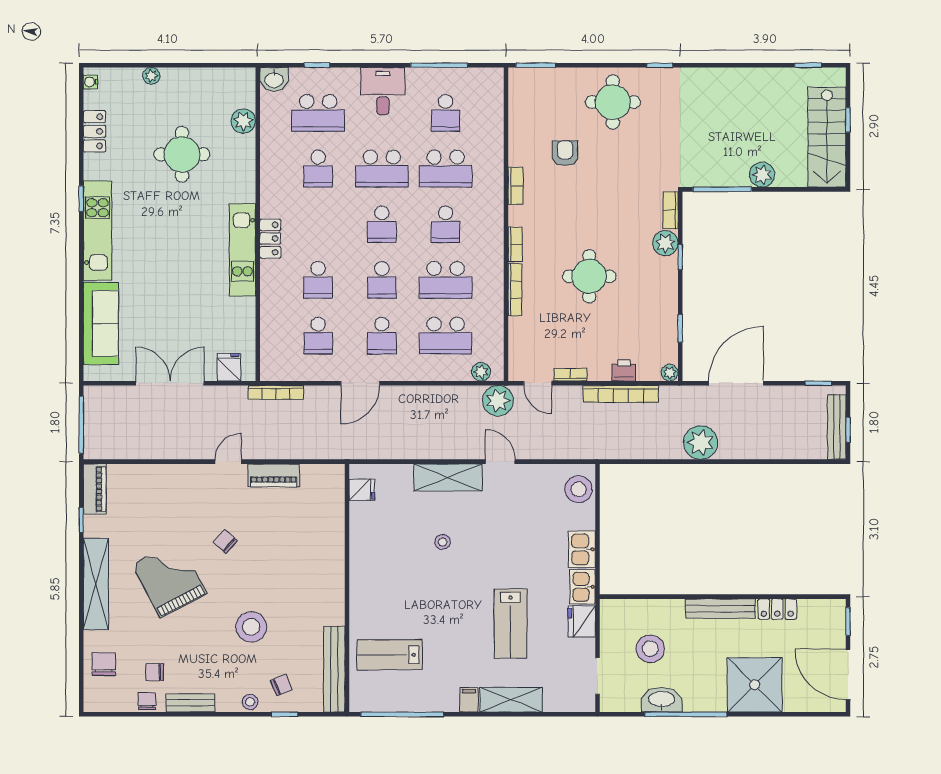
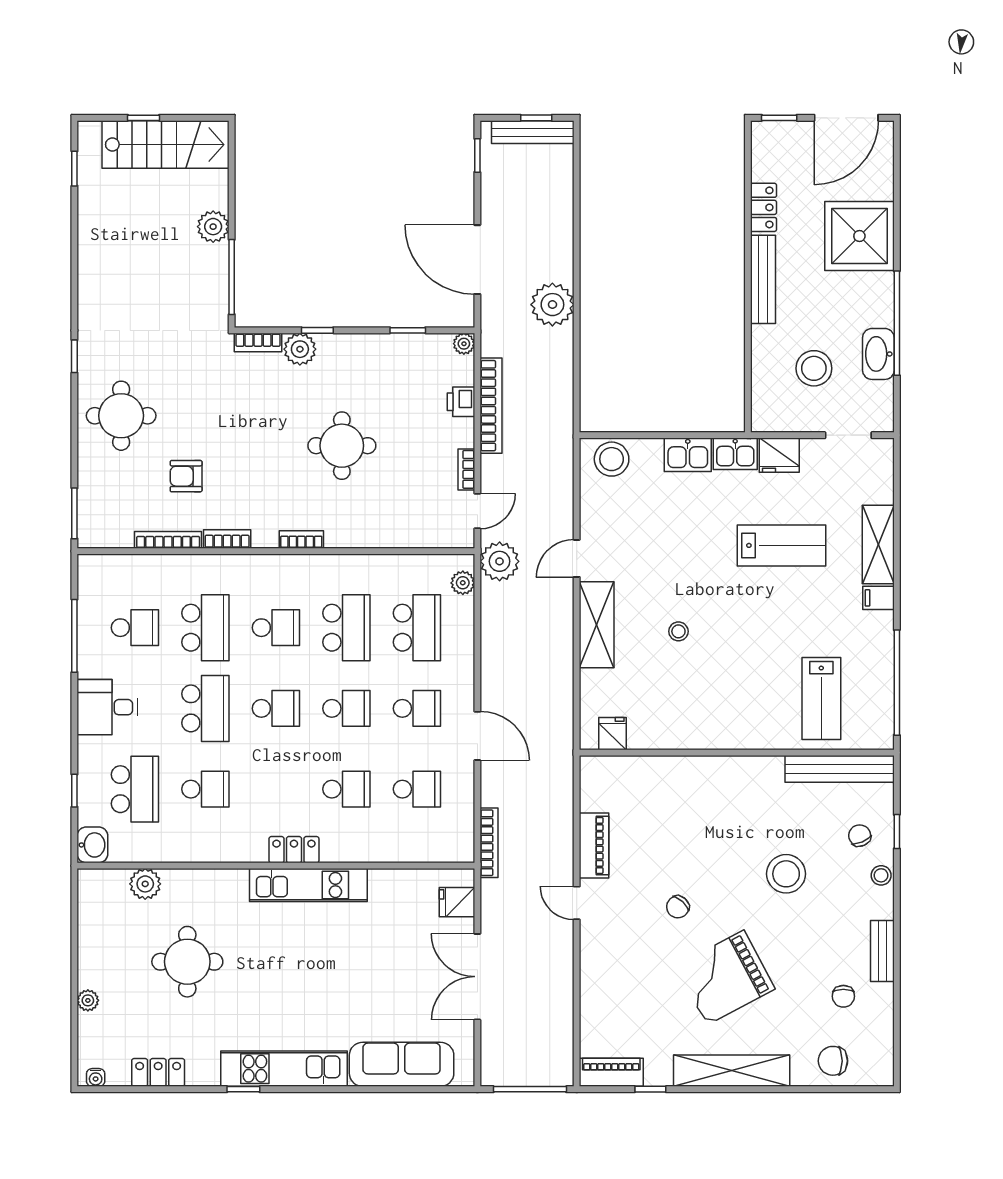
bookcase: (515, 290) -> (168, 540), moved
chair: (147, 701) -> (880, 1006), removed

